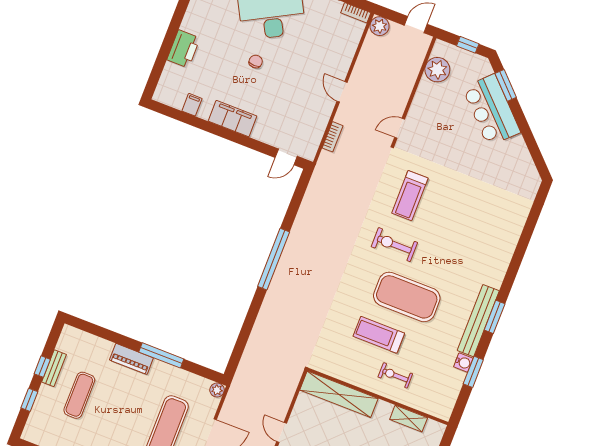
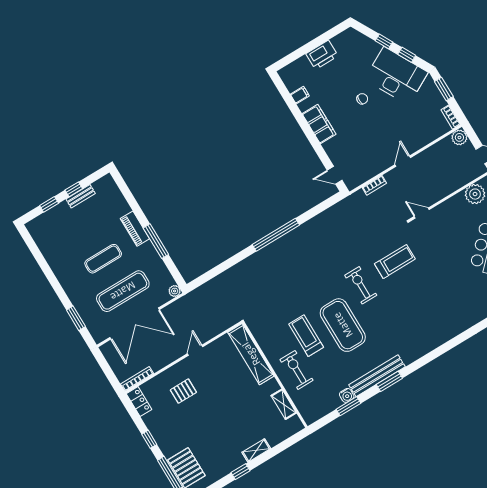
treadmill: (410, 196) -> (395, 261), turned 180
exercise bike: (395, 375) -> (297, 370), width x1.38, depth x1.39
exercise mat: (79, 395) -> (103, 259), moved

